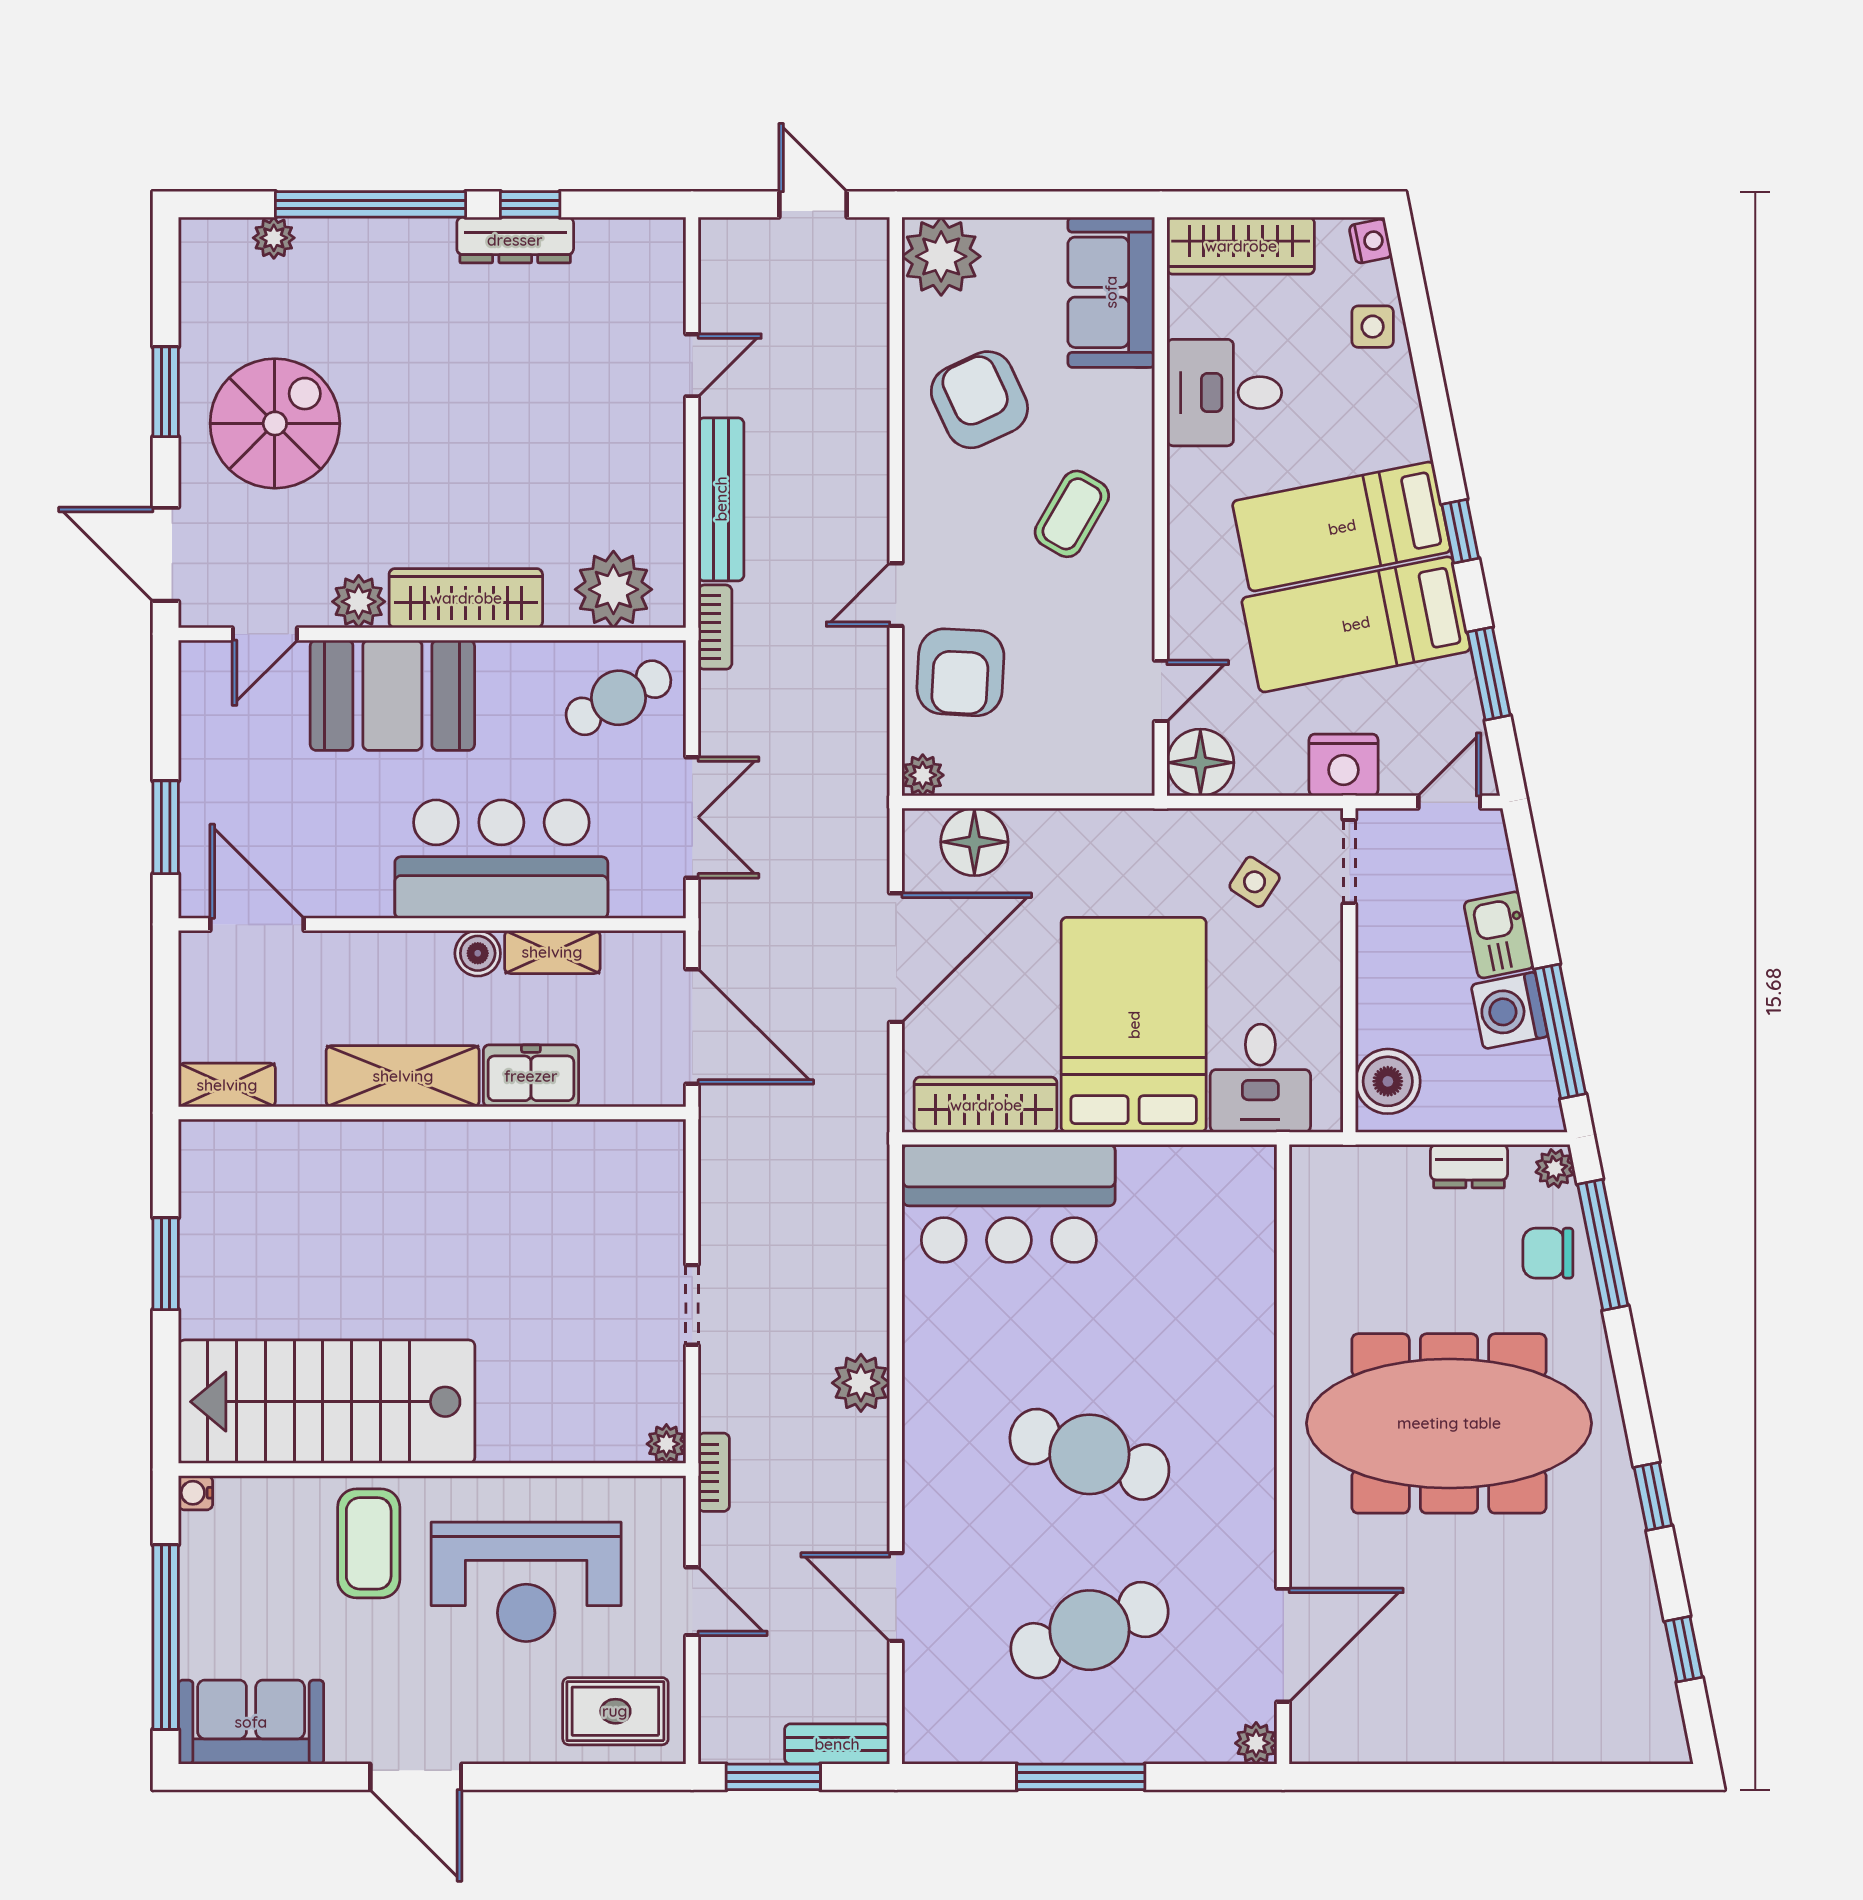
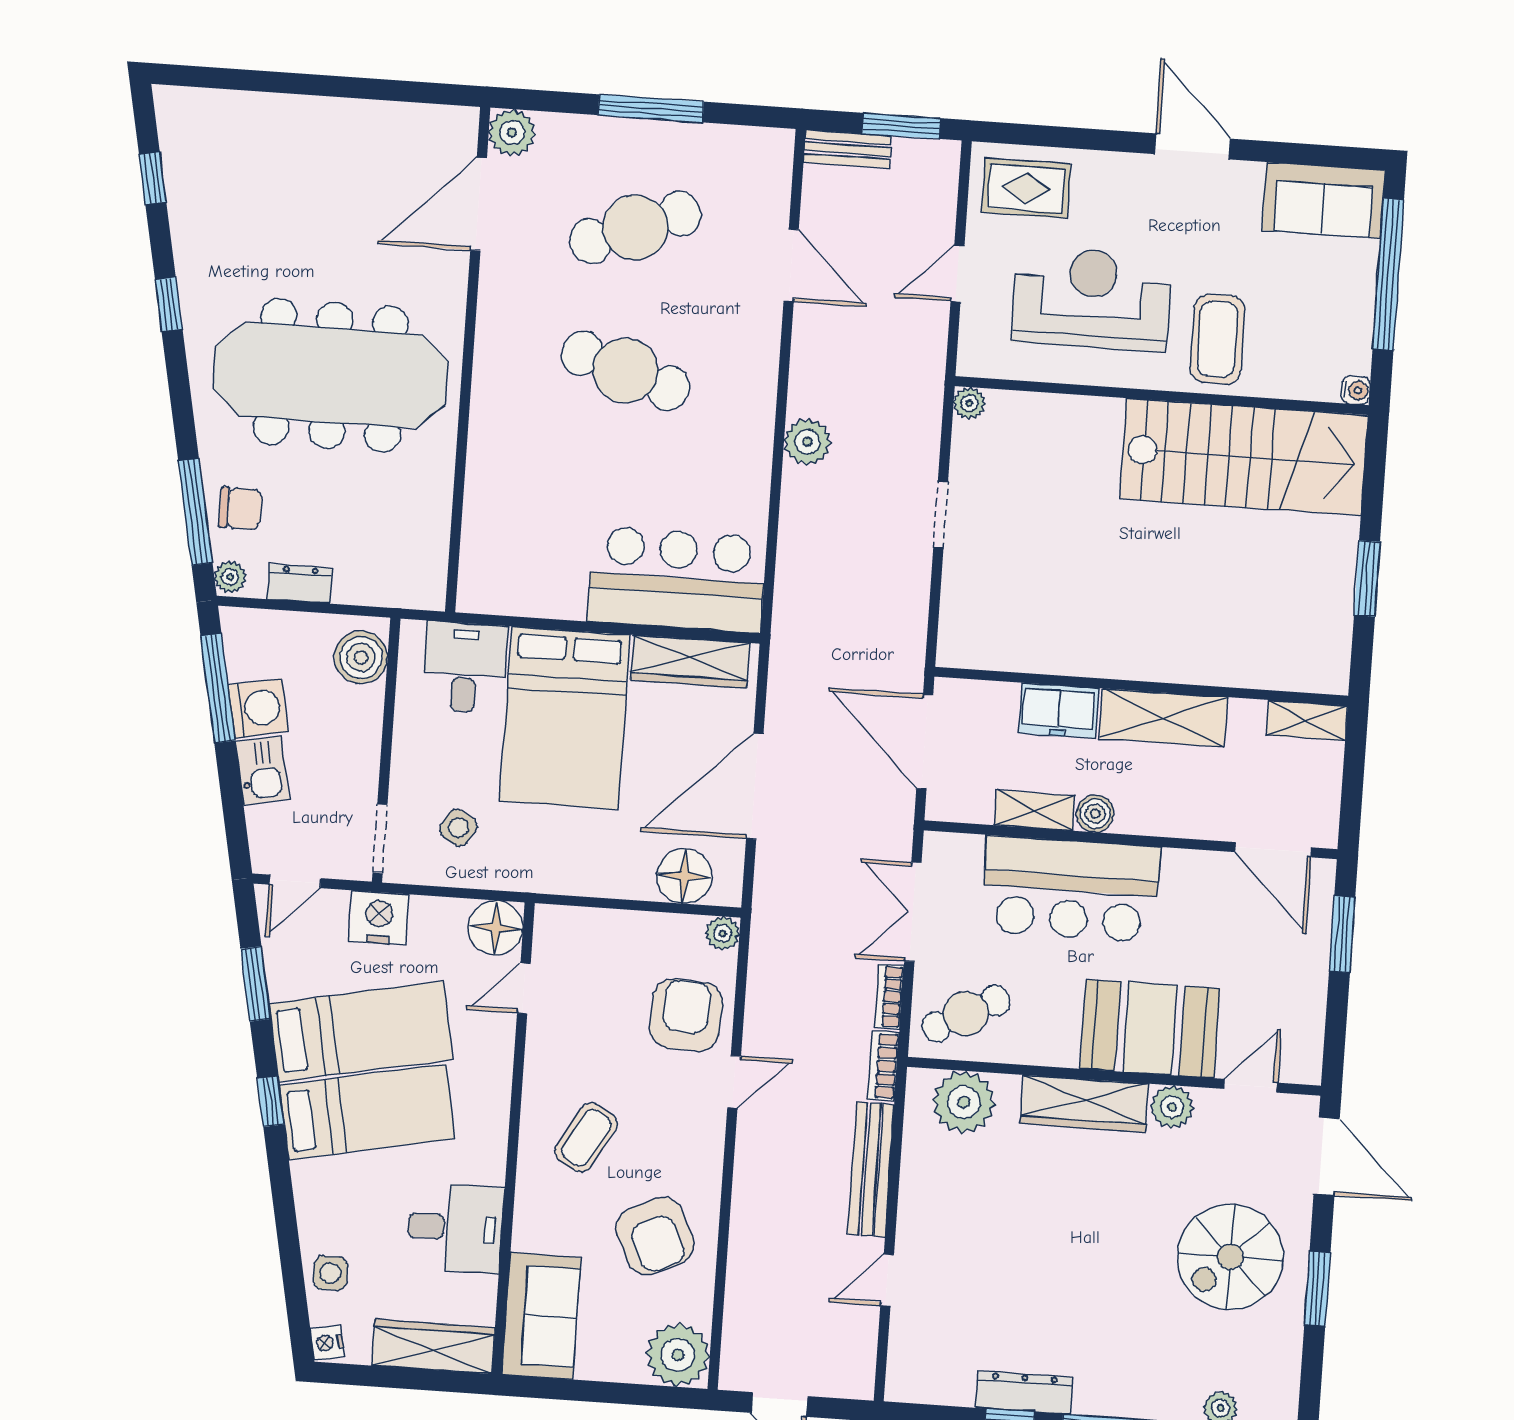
bookcase: (714, 1472) -> (889, 996), moved
door: (692, 1601) -> (957, 274), hinge flipped
plant: (1256, 1743) -> (512, 133), width x1.38, depth x1.38

